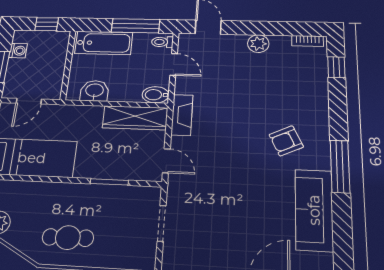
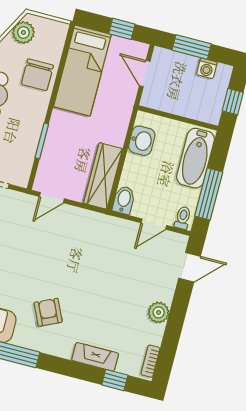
fireplace: (182, 115) -> (95, 357), moved, turned 180
chair: (41, 200) -> (37, 75), added

